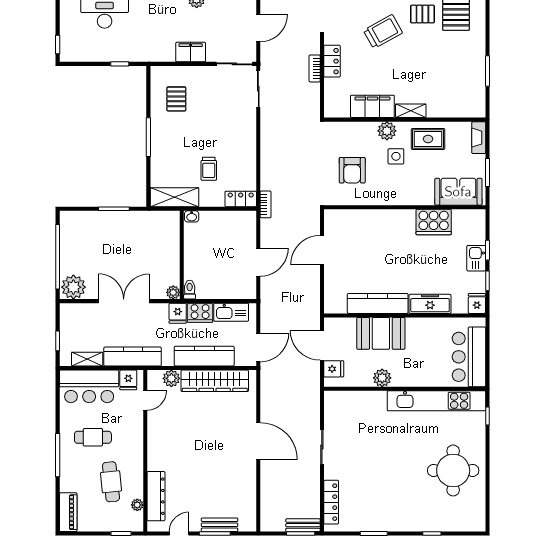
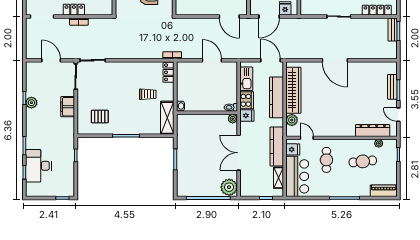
door: (322, 250) -> (229, 16), moved
cafe table: (93, 437) -> (326, 160), moved
door: (258, 441) -> (335, 60), swing flipped

